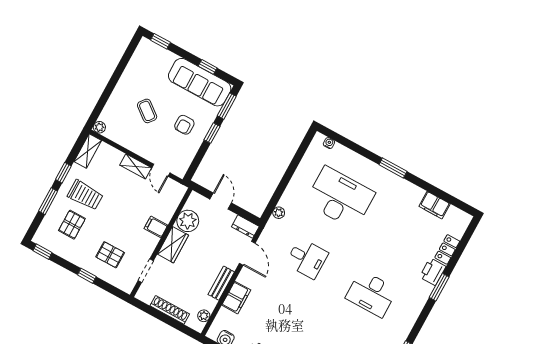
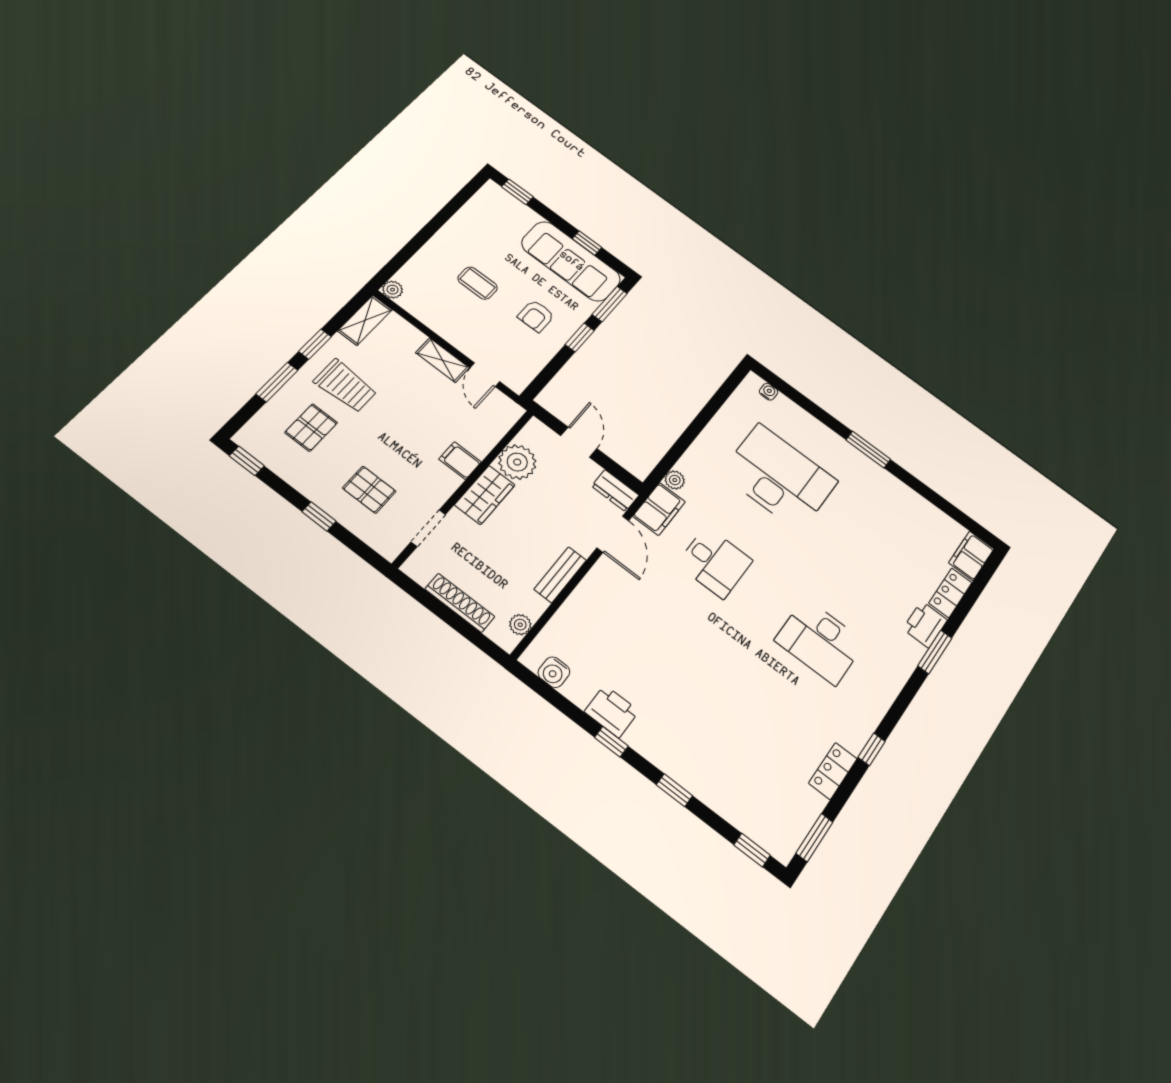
coffee table: (147, 111) -> (478, 283), turned -38
filing cabinet: (435, 205) -> (971, 556), moved, turned 90
filing cabinet: (236, 298) -> (659, 509), moved

